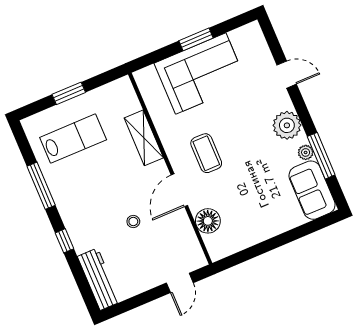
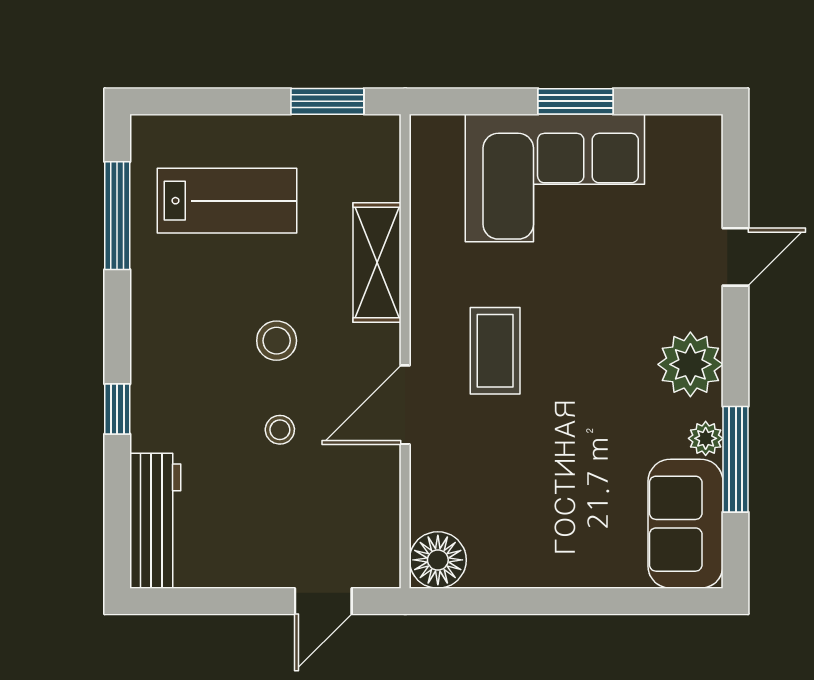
door: (287, 75) -> (736, 257), hinge flipped
window: (69, 93) -> (327, 101), moved
window: (41, 186) -> (117, 216), moved
stool: (117, 186) -> (277, 341), added
floor lamp: (208, 221) -> (438, 560), moved

